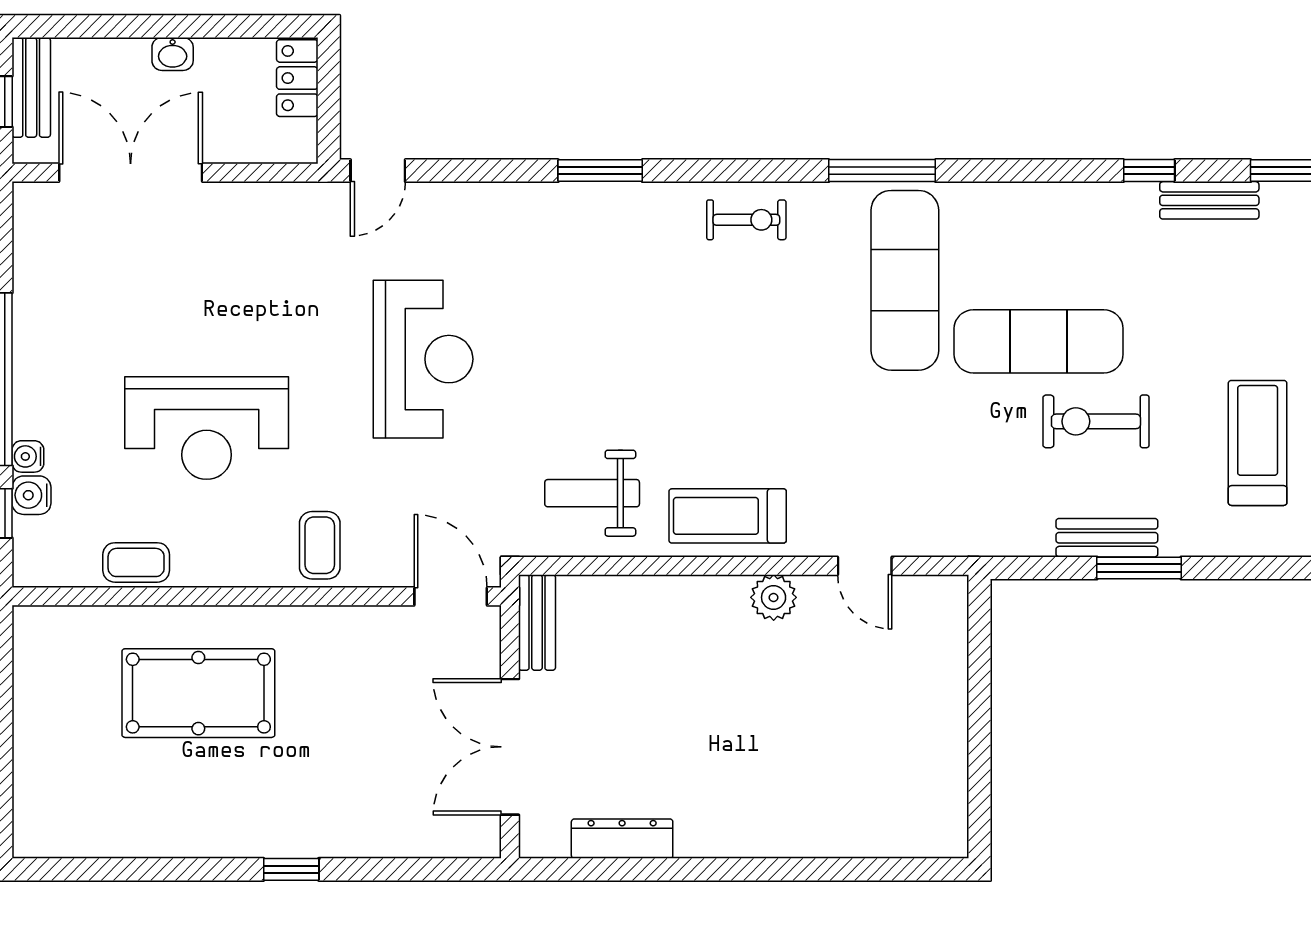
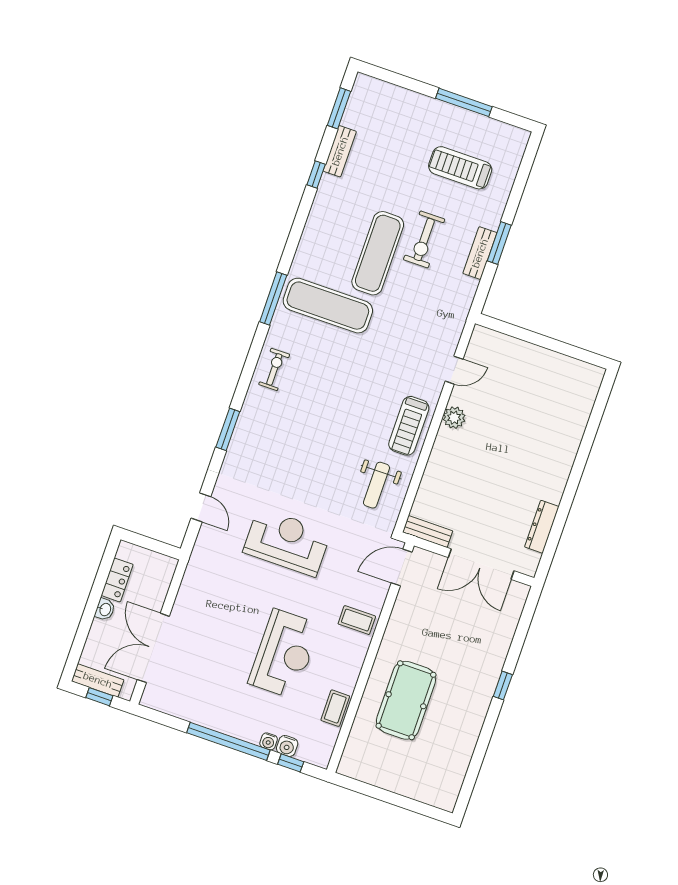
locker: (297, 78) -> (117, 580), moved, turned -90
door: (378, 171) -> (201, 507), moved

